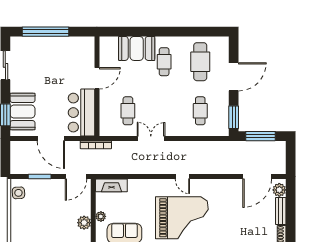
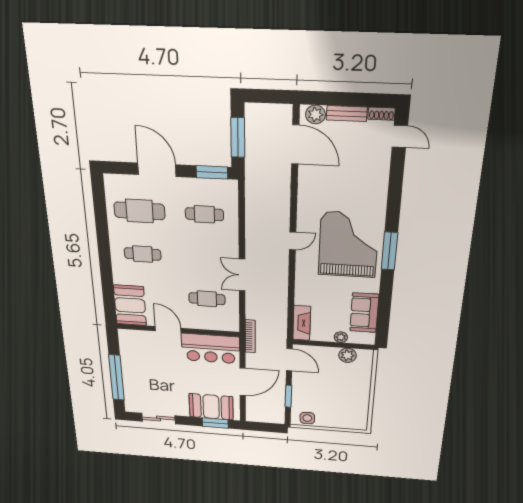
booth: (137, 48) -> (130, 305), moved

